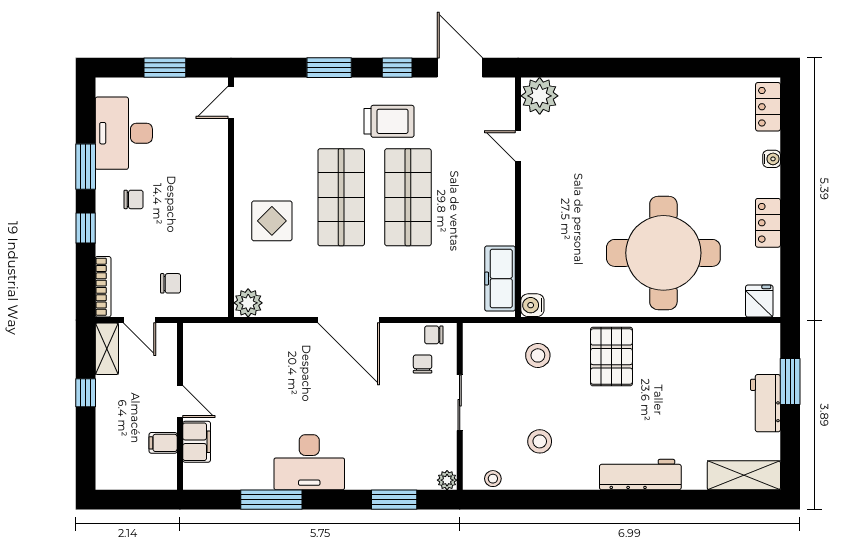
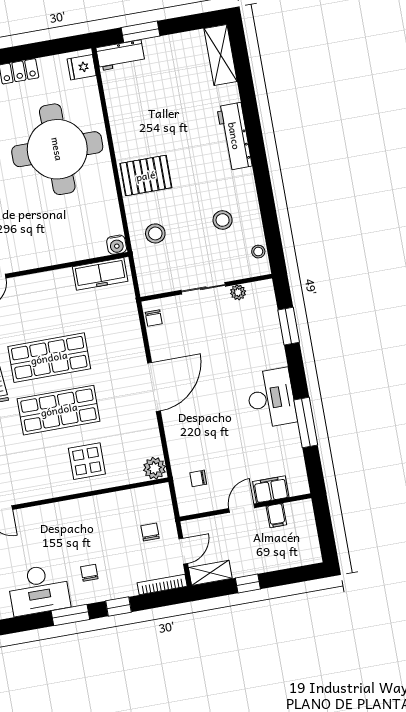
chair: (423, 364) -> (198, 478), moved
workbench: (765, 403) -> (121, 55), moved
plant: (447, 480) -> (238, 292), moved

